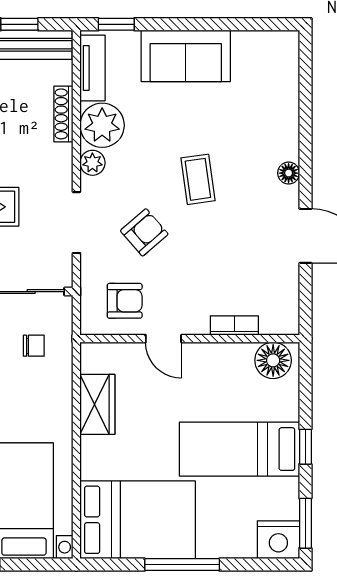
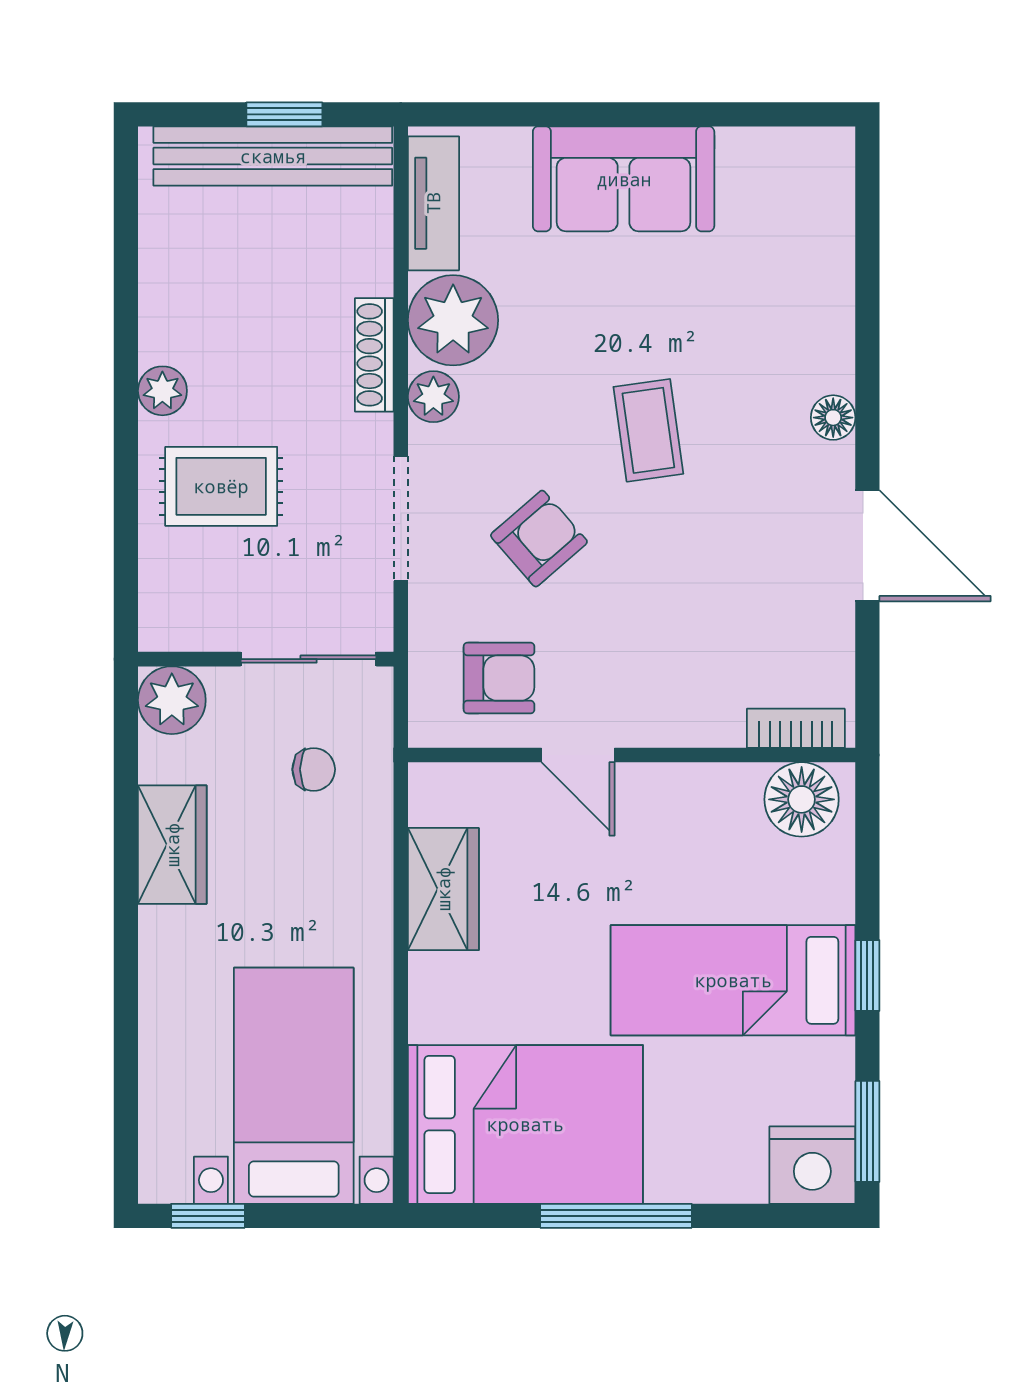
window: (116, 24) -> (482, 114), removed
shoe rack: (63, 114) -> (374, 355), moved
bookcase: (234, 325) -> (796, 728), moved

